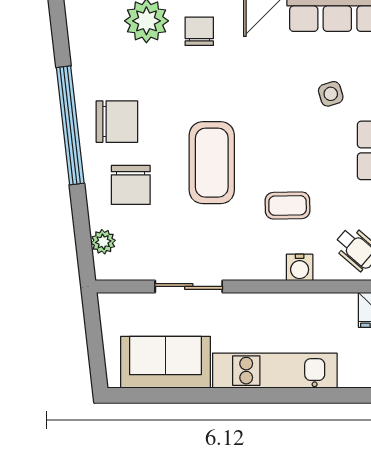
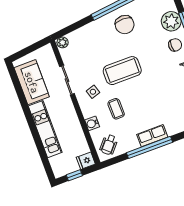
side table: (331, 94) -> (93, 92), moved
chair: (131, 185) -> (100, 40), removed
plant: (103, 242) -> (63, 42), moved

